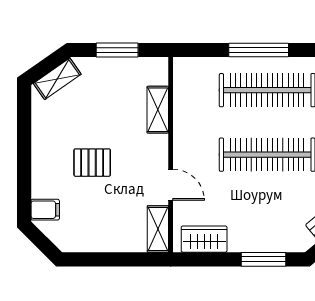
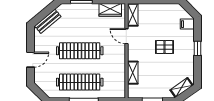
window: (24, 160) -> (197, 48), added

